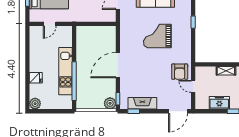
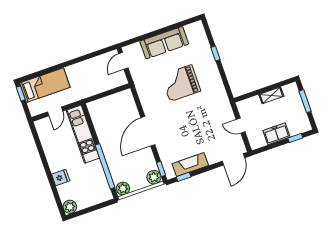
kitchen unit: (65, 71) -> (83, 134), moved
armchair: (180, 72) -> (220, 114), removed
plant: (82, 104) -> (123, 189), added

